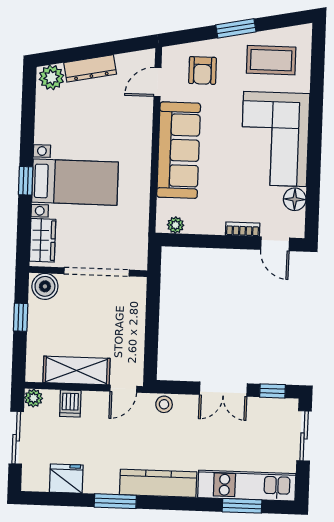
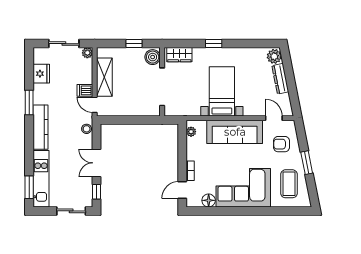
bed with nightstands: (75, 182) -> (222, 91), moved, turned 180
dishwasher: (70, 404) -> (85, 90), moved
window: (242, 506) -> (29, 187), moved

